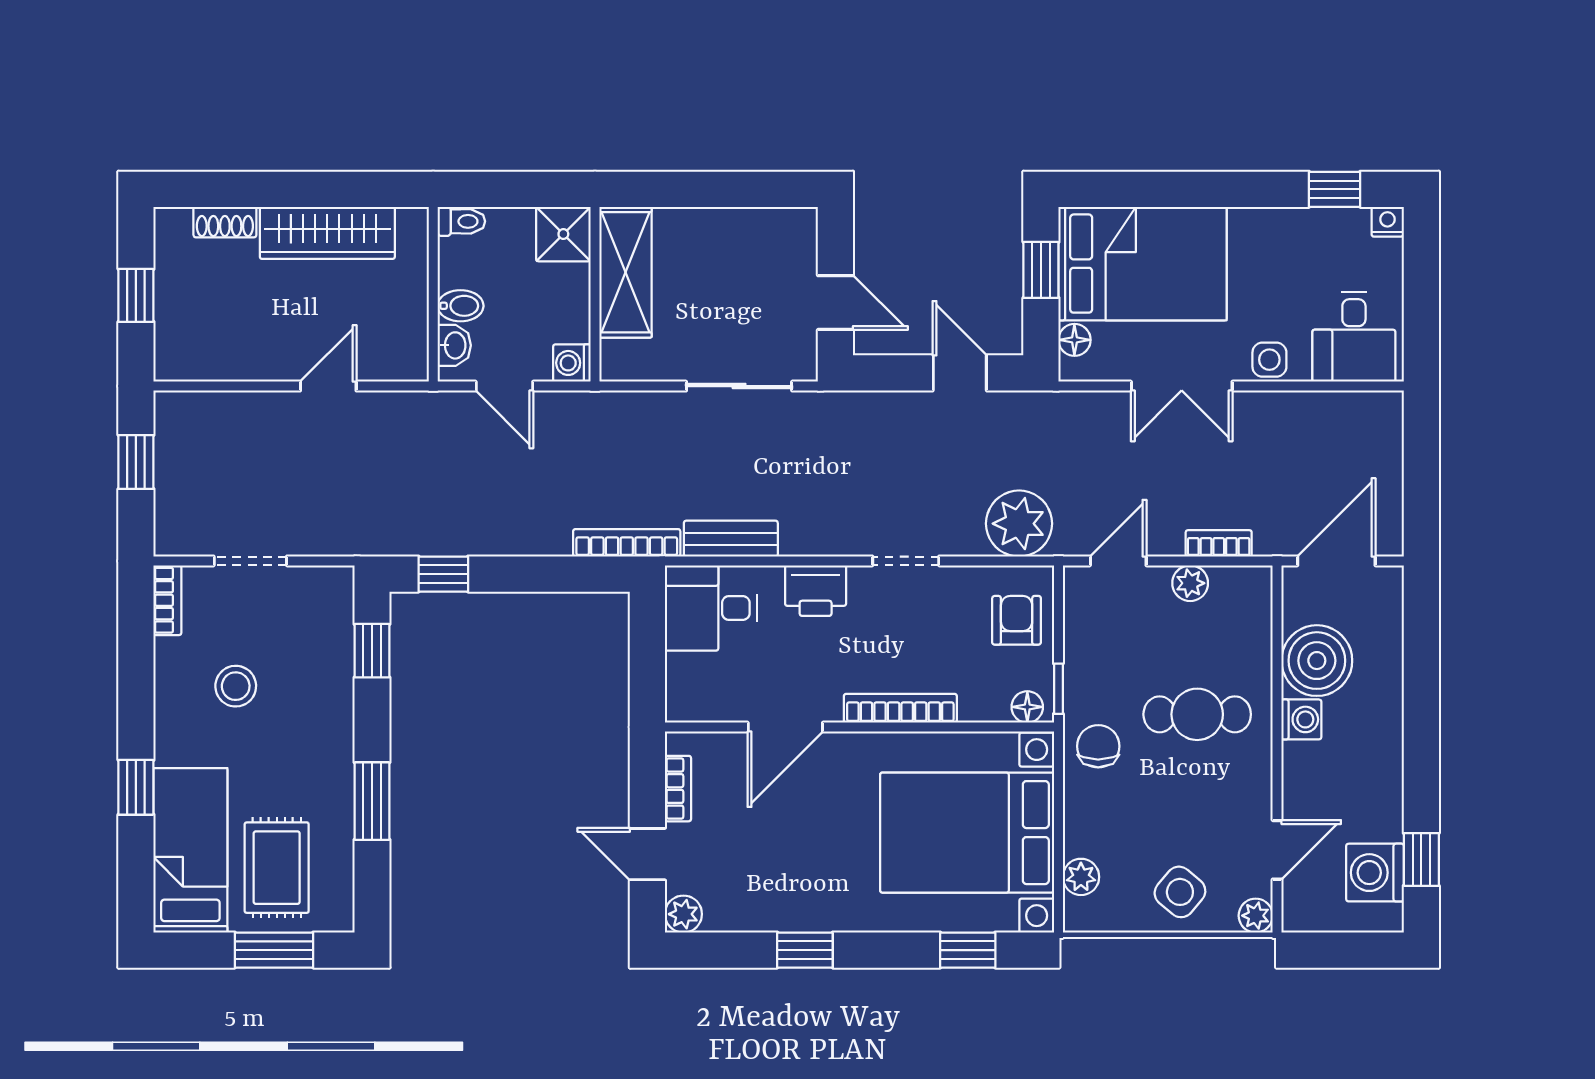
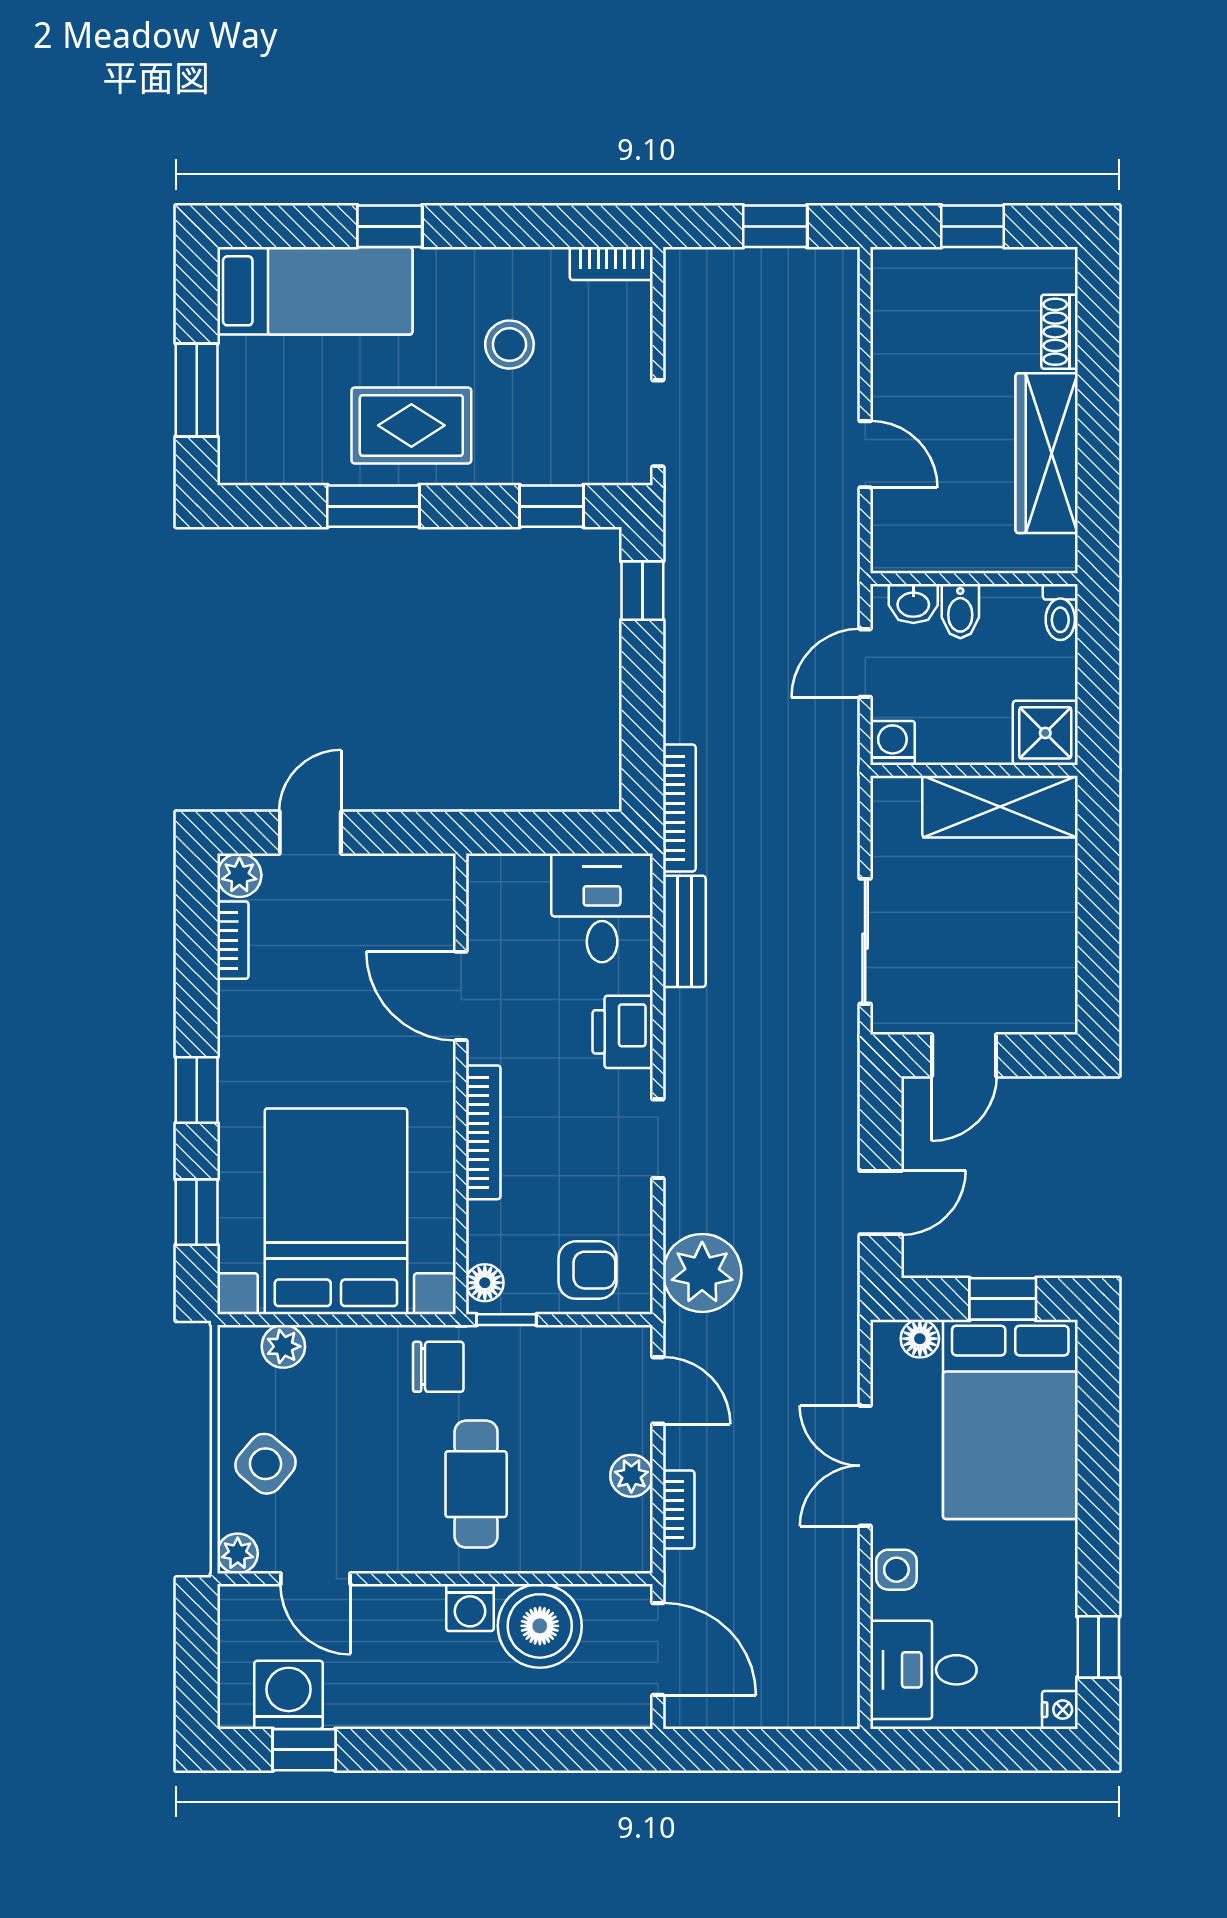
doorway: (250, 561) -> (658, 423), moved
bookcase: (678, 789) -> (233, 940), moved, turned -90
rug: (277, 868) -> (411, 425), moved
window: (805, 950) -> (197, 1090), moved

